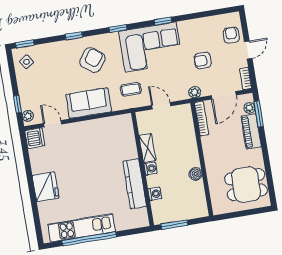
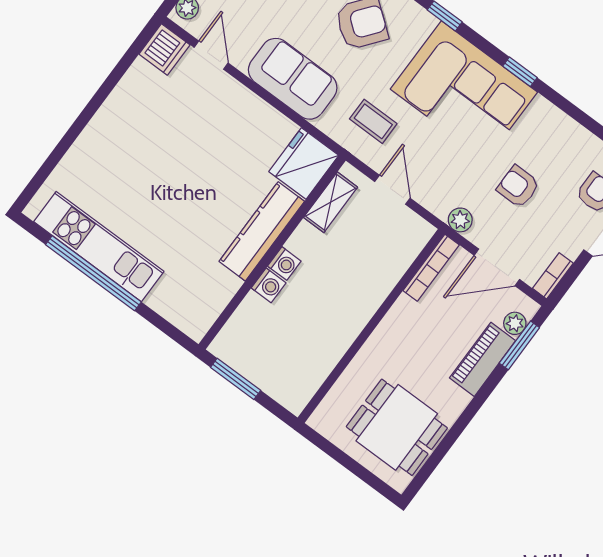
shelving: (147, 148) -> (331, 202), moved
boiler: (196, 174) -> (341, 338), removed
kitchen counter: (135, 184) -> (262, 231), moved
fridge: (46, 187) -> (304, 164), moved, turned 180
washing machine: (155, 194) -> (269, 285), moved

